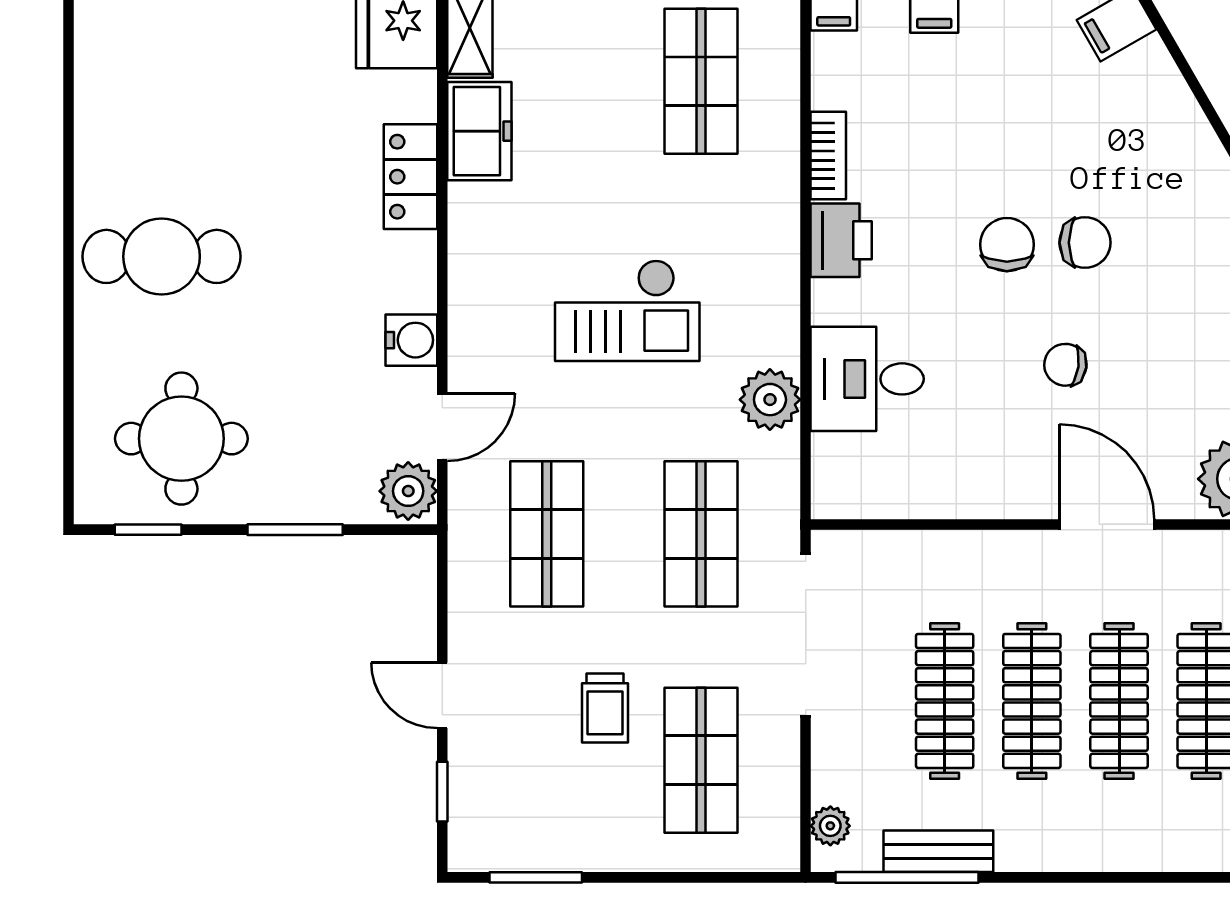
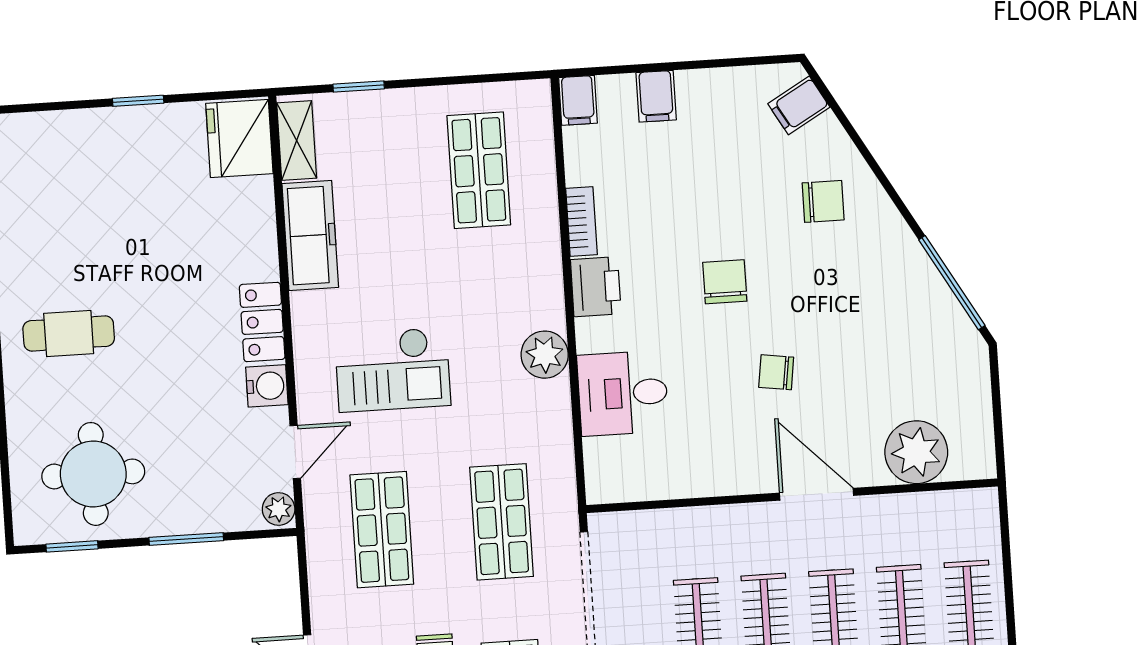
freezer: (479, 131) -> (310, 235), width x1.40
locker: (410, 177) -> (262, 322), moved
chair: (1085, 243) -> (823, 201), moved
cafe table: (162, 256) -> (69, 334), width x0.73, depth x0.74
checkout: (627, 310) -> (393, 370), moved
plant: (770, 400) -> (545, 355), moved
plant: (408, 491) -> (279, 509), width x0.73, depth x0.73

